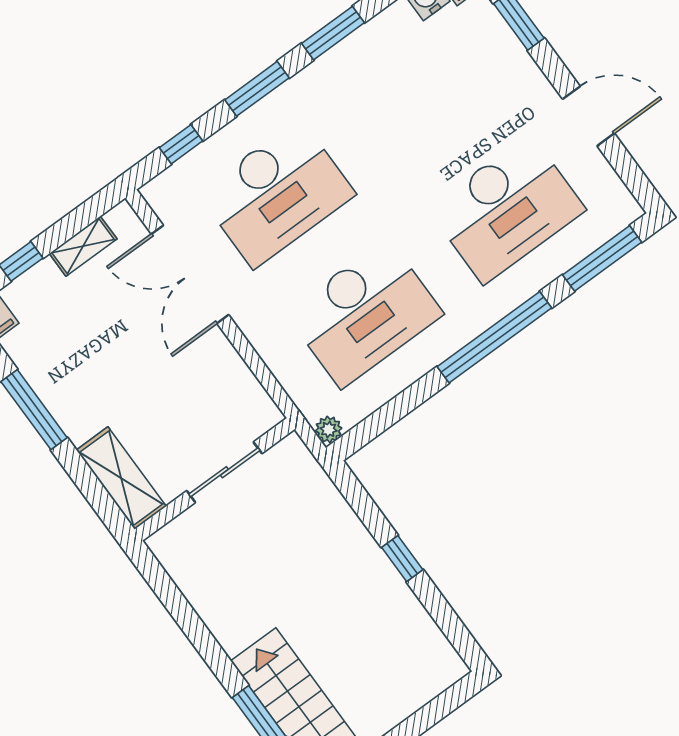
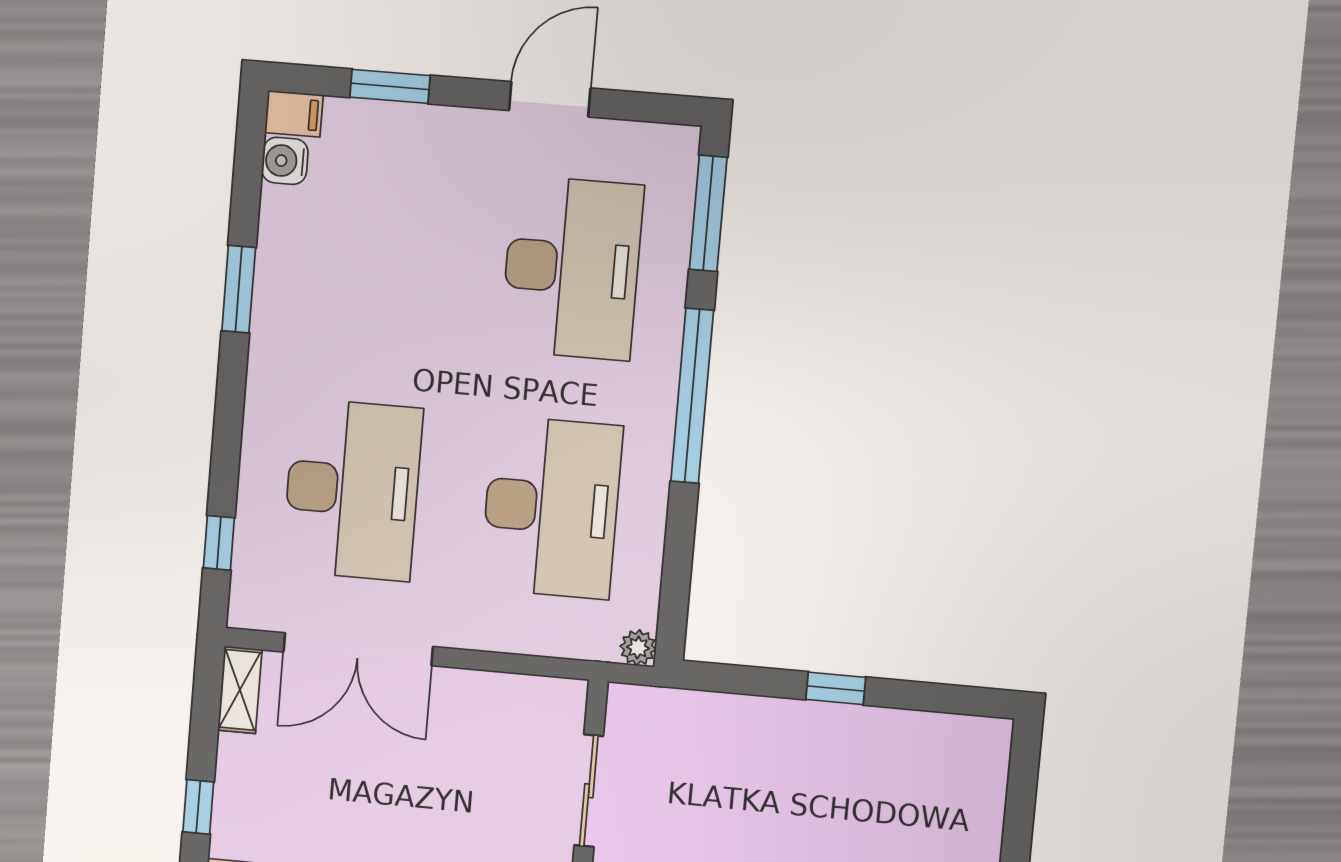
window: (257, 89) -> (229, 417), removed
shelving: (83, 246) -> (240, 690), moved

